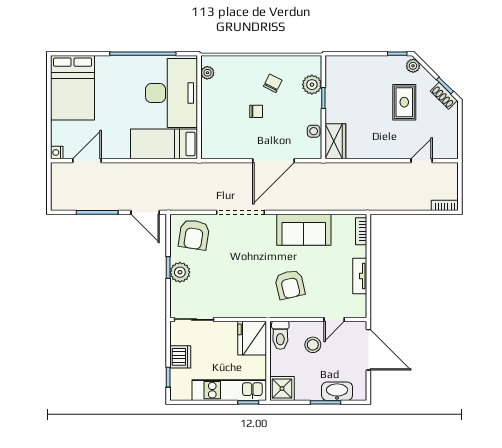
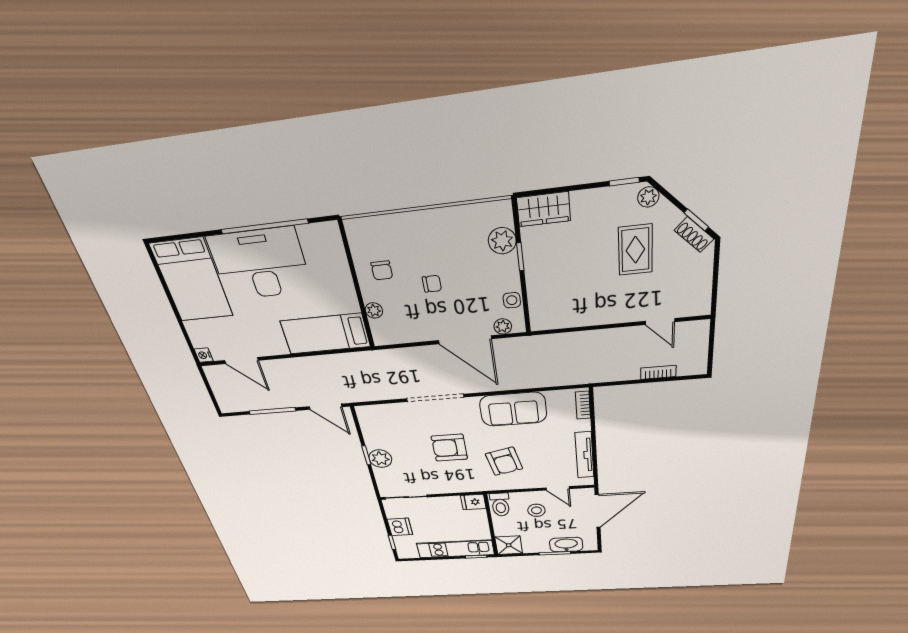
plant: (207, 73) -> (374, 310), moved
chair: (273, 83) -> (382, 270), moved, turned 153
desk: (172, 93) -> (260, 264), moved, turned -90
wardrobe: (335, 141) -> (544, 209), moved, turned 90
plant: (304, 152) -> (503, 326), added
door: (87, 161) -> (241, 360), swing flipped
door: (274, 161) -> (465, 340), hinge flipped
door: (422, 161) -> (660, 322), swing flipped
bookcase: (445, 205) -> (658, 372), moved
armchair: (194, 235) -> (449, 448), moved, turned 81
tv unit: (360, 276) -> (585, 455), width x1.41
door: (334, 319) -> (558, 488), hinge flipped
fridge: (252, 338) -> (473, 502), width x0.53, depth x0.75
door: (368, 350) -> (598, 511), hinge flipped

